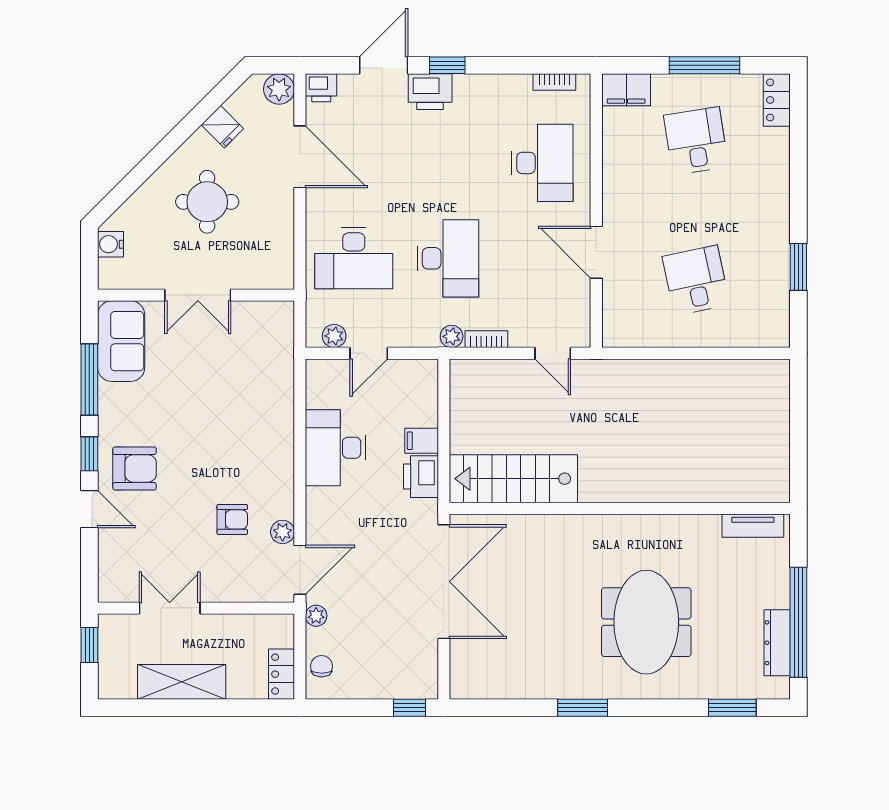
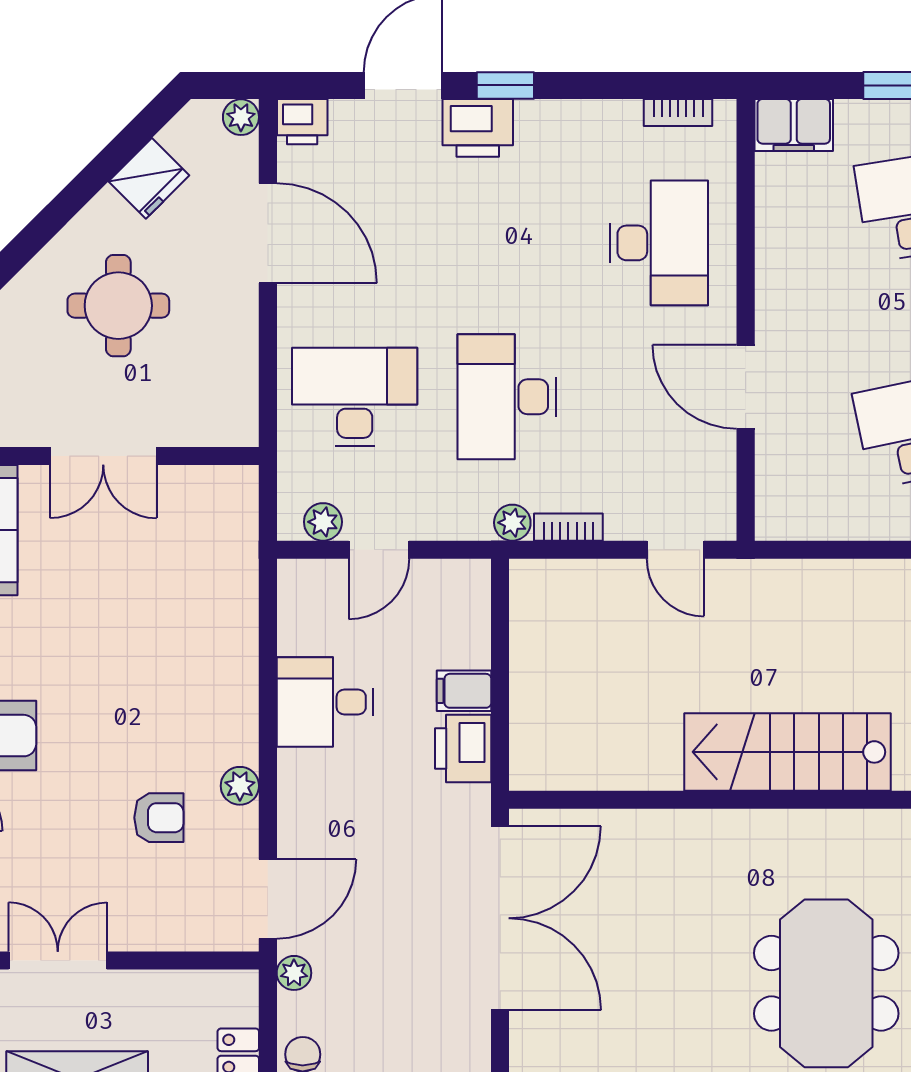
plant: (279, 89) -> (241, 117), width x0.73, depth x0.73
fridge: (222, 127) -> (149, 178), width x1.38
desk: (354, 258) -> (355, 397), turned 180
desk: (448, 258) -> (507, 397), turned 180
desk: (335, 448) -> (325, 702), width x0.73
stairs: (513, 479) -> (788, 752), moved
plant: (283, 532) -> (240, 786), moved

